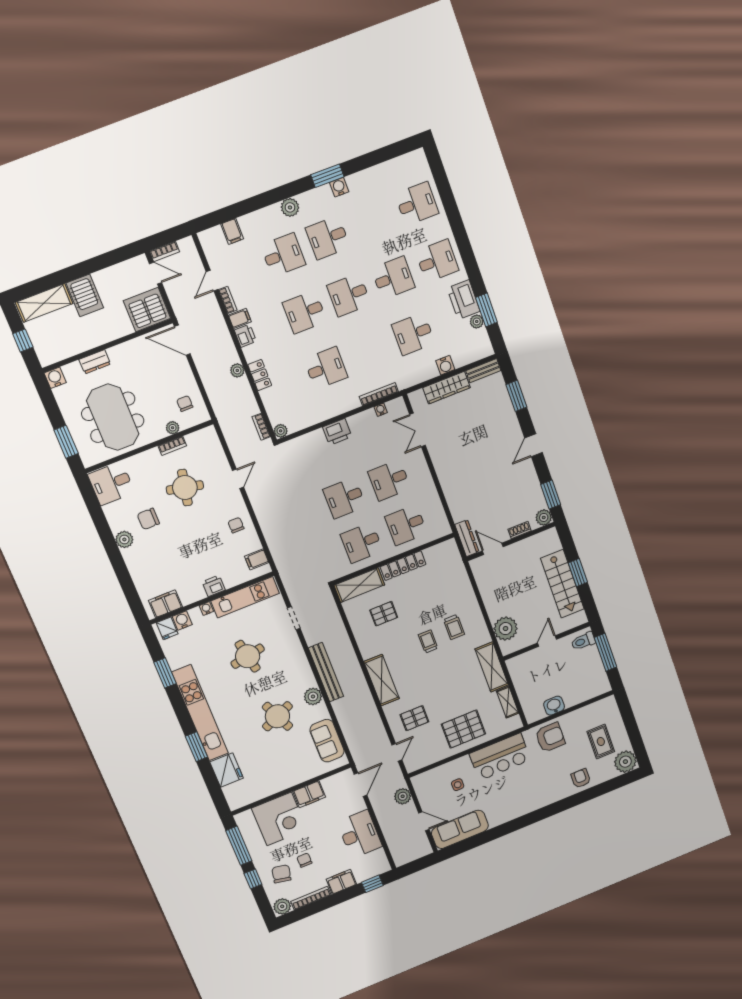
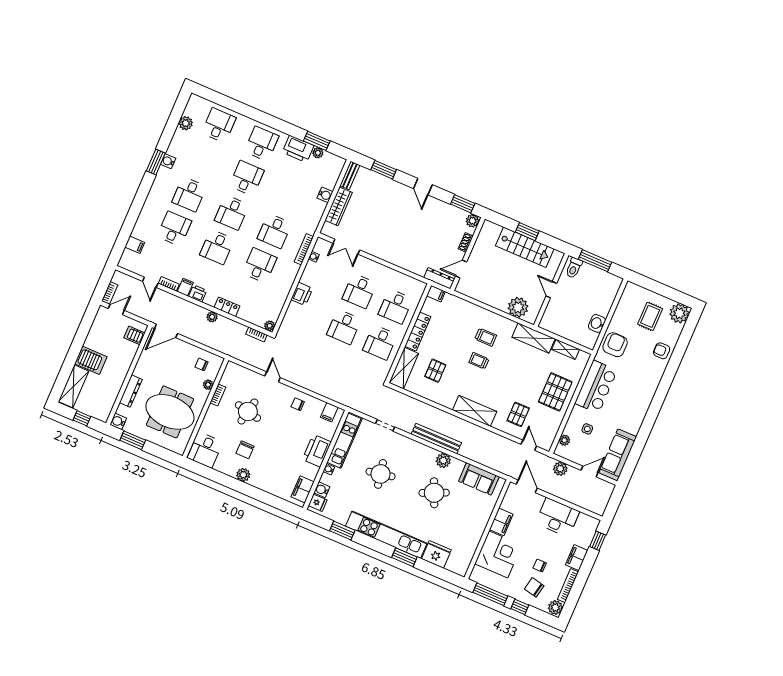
plant: (290, 207) -> (186, 123), moved
server rack: (147, 310) -> (134, 335), width x0.46, depth x0.70
desk: (413, 334) -> (274, 231), moved
dresser: (95, 362) -> (131, 391), width x1.44
window: (66, 442) -> (133, 440), moved
filing cabinet: (451, 548) -> (436, 294), added
printer: (214, 586) -> (317, 451), width x1.87, depth x1.48
rug: (601, 742) -> (650, 316), turned 90
plant: (430, 776) -> (564, 440), added

